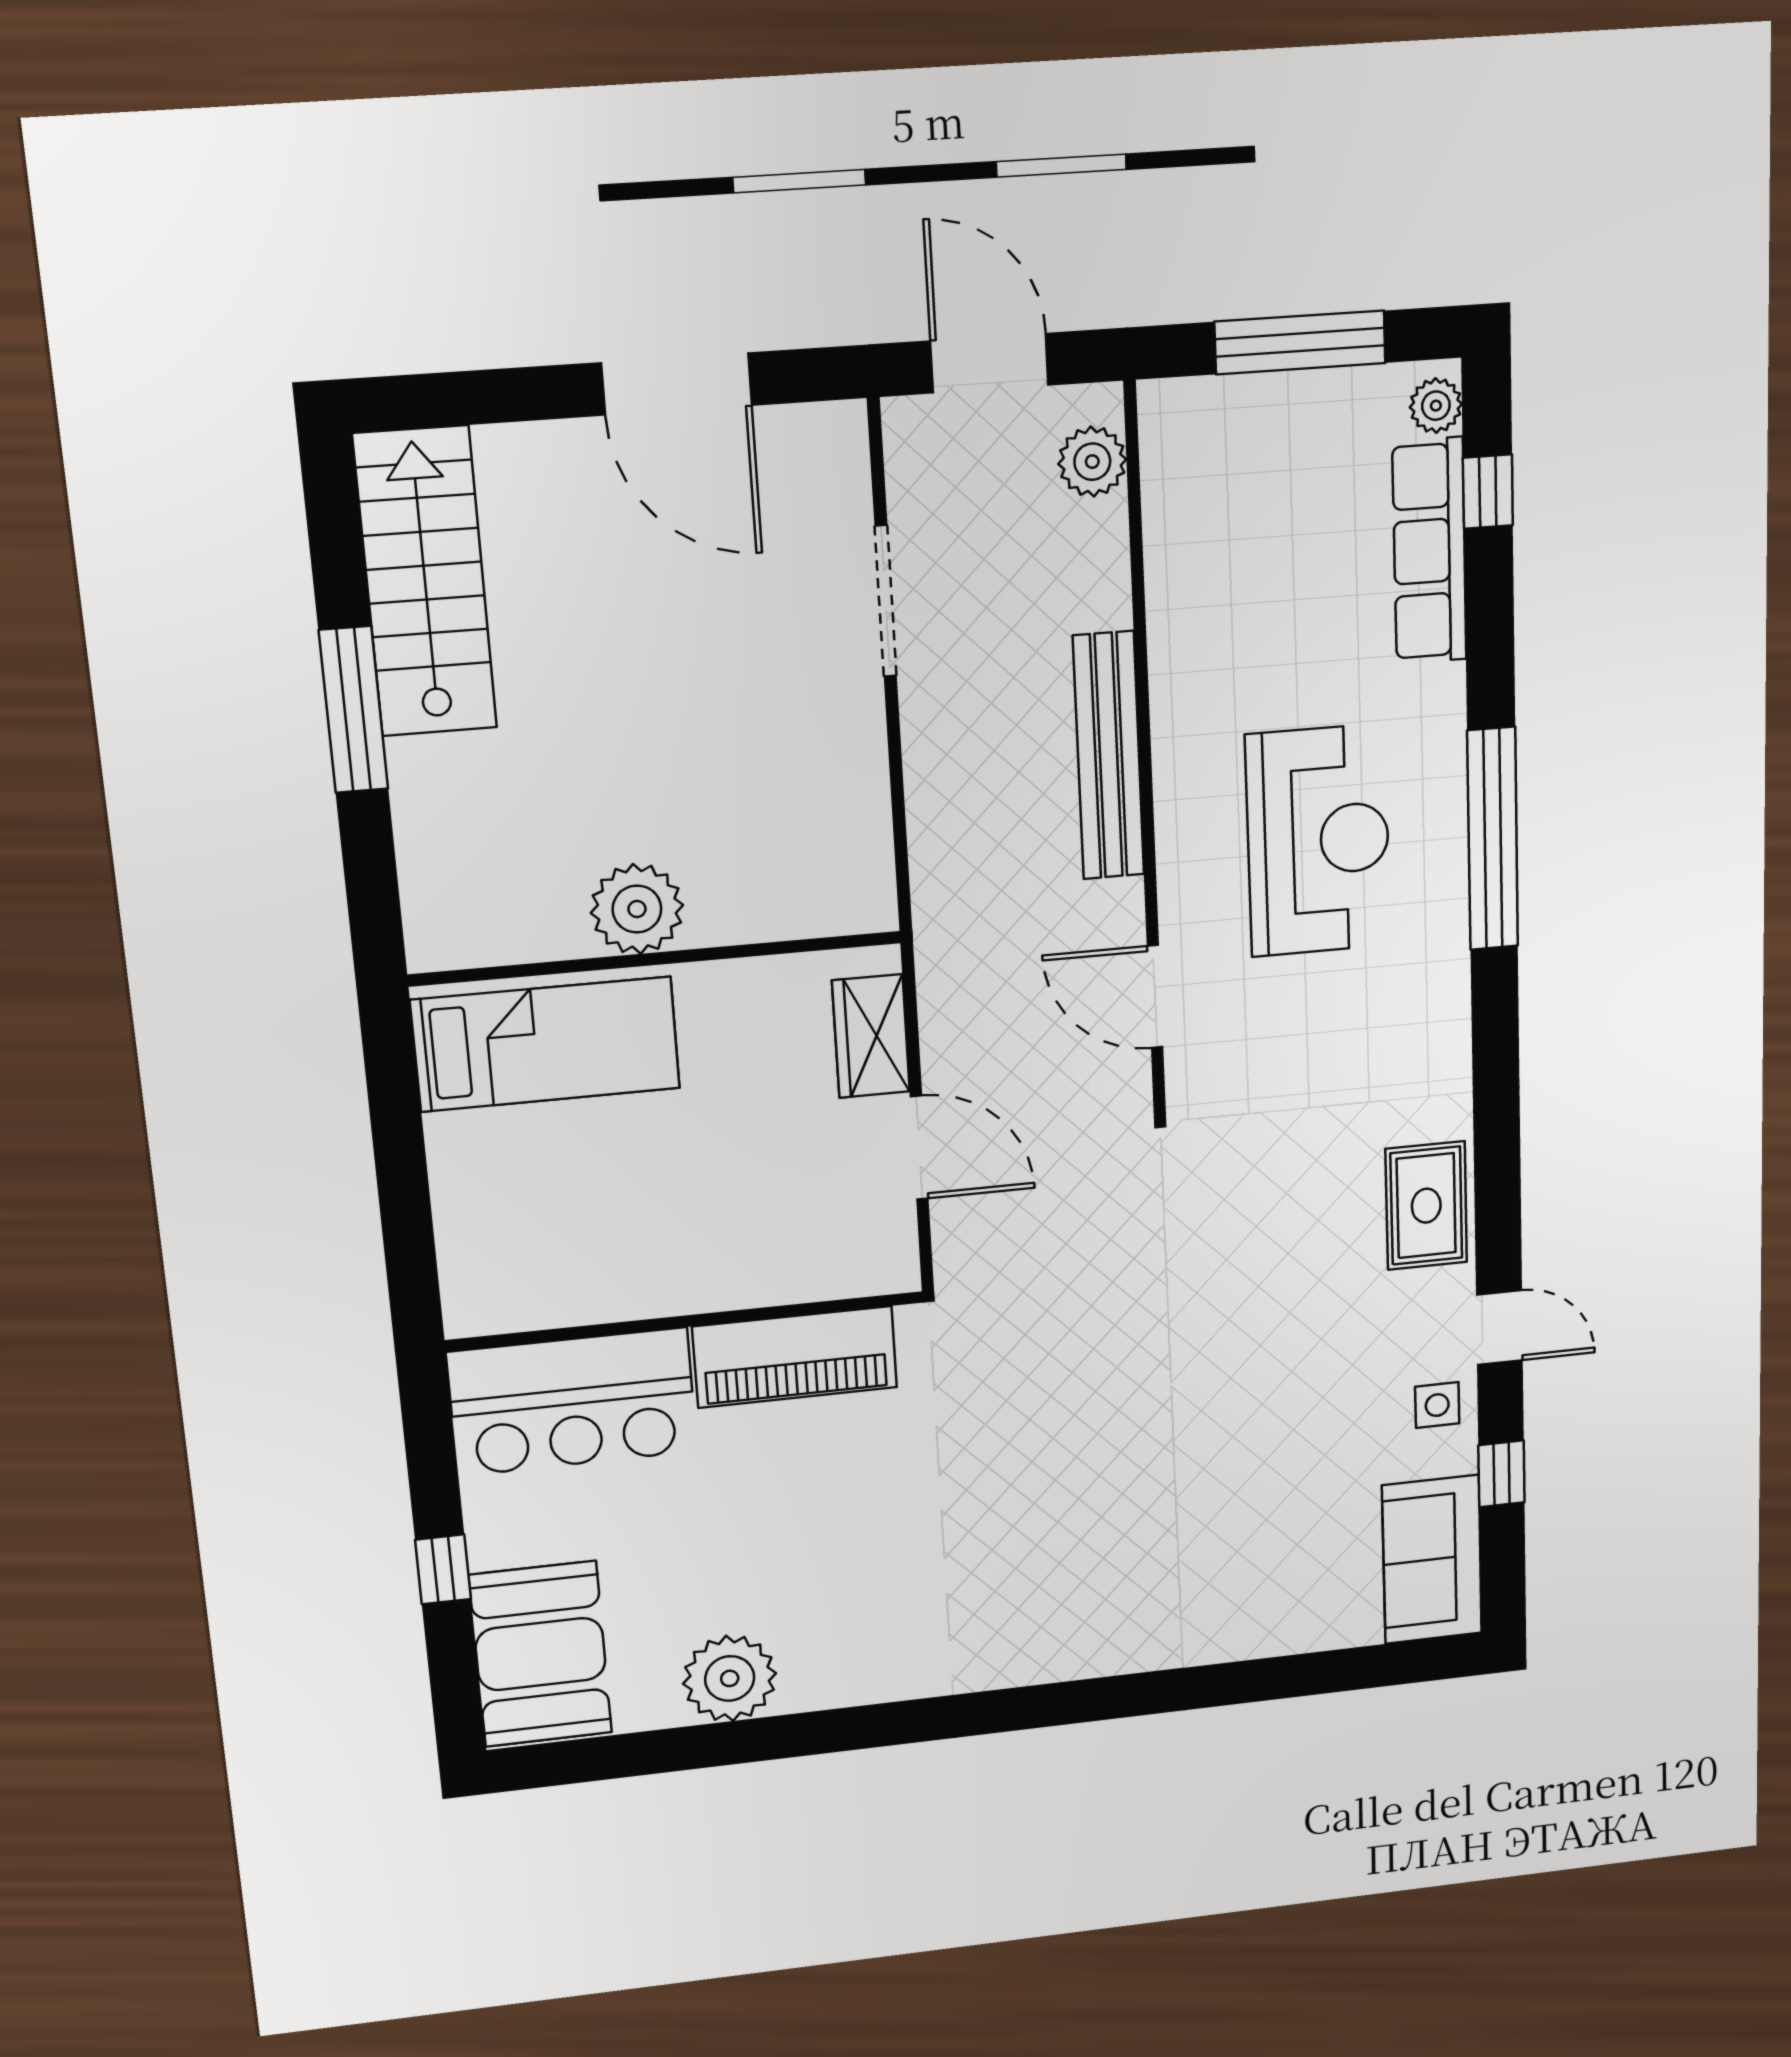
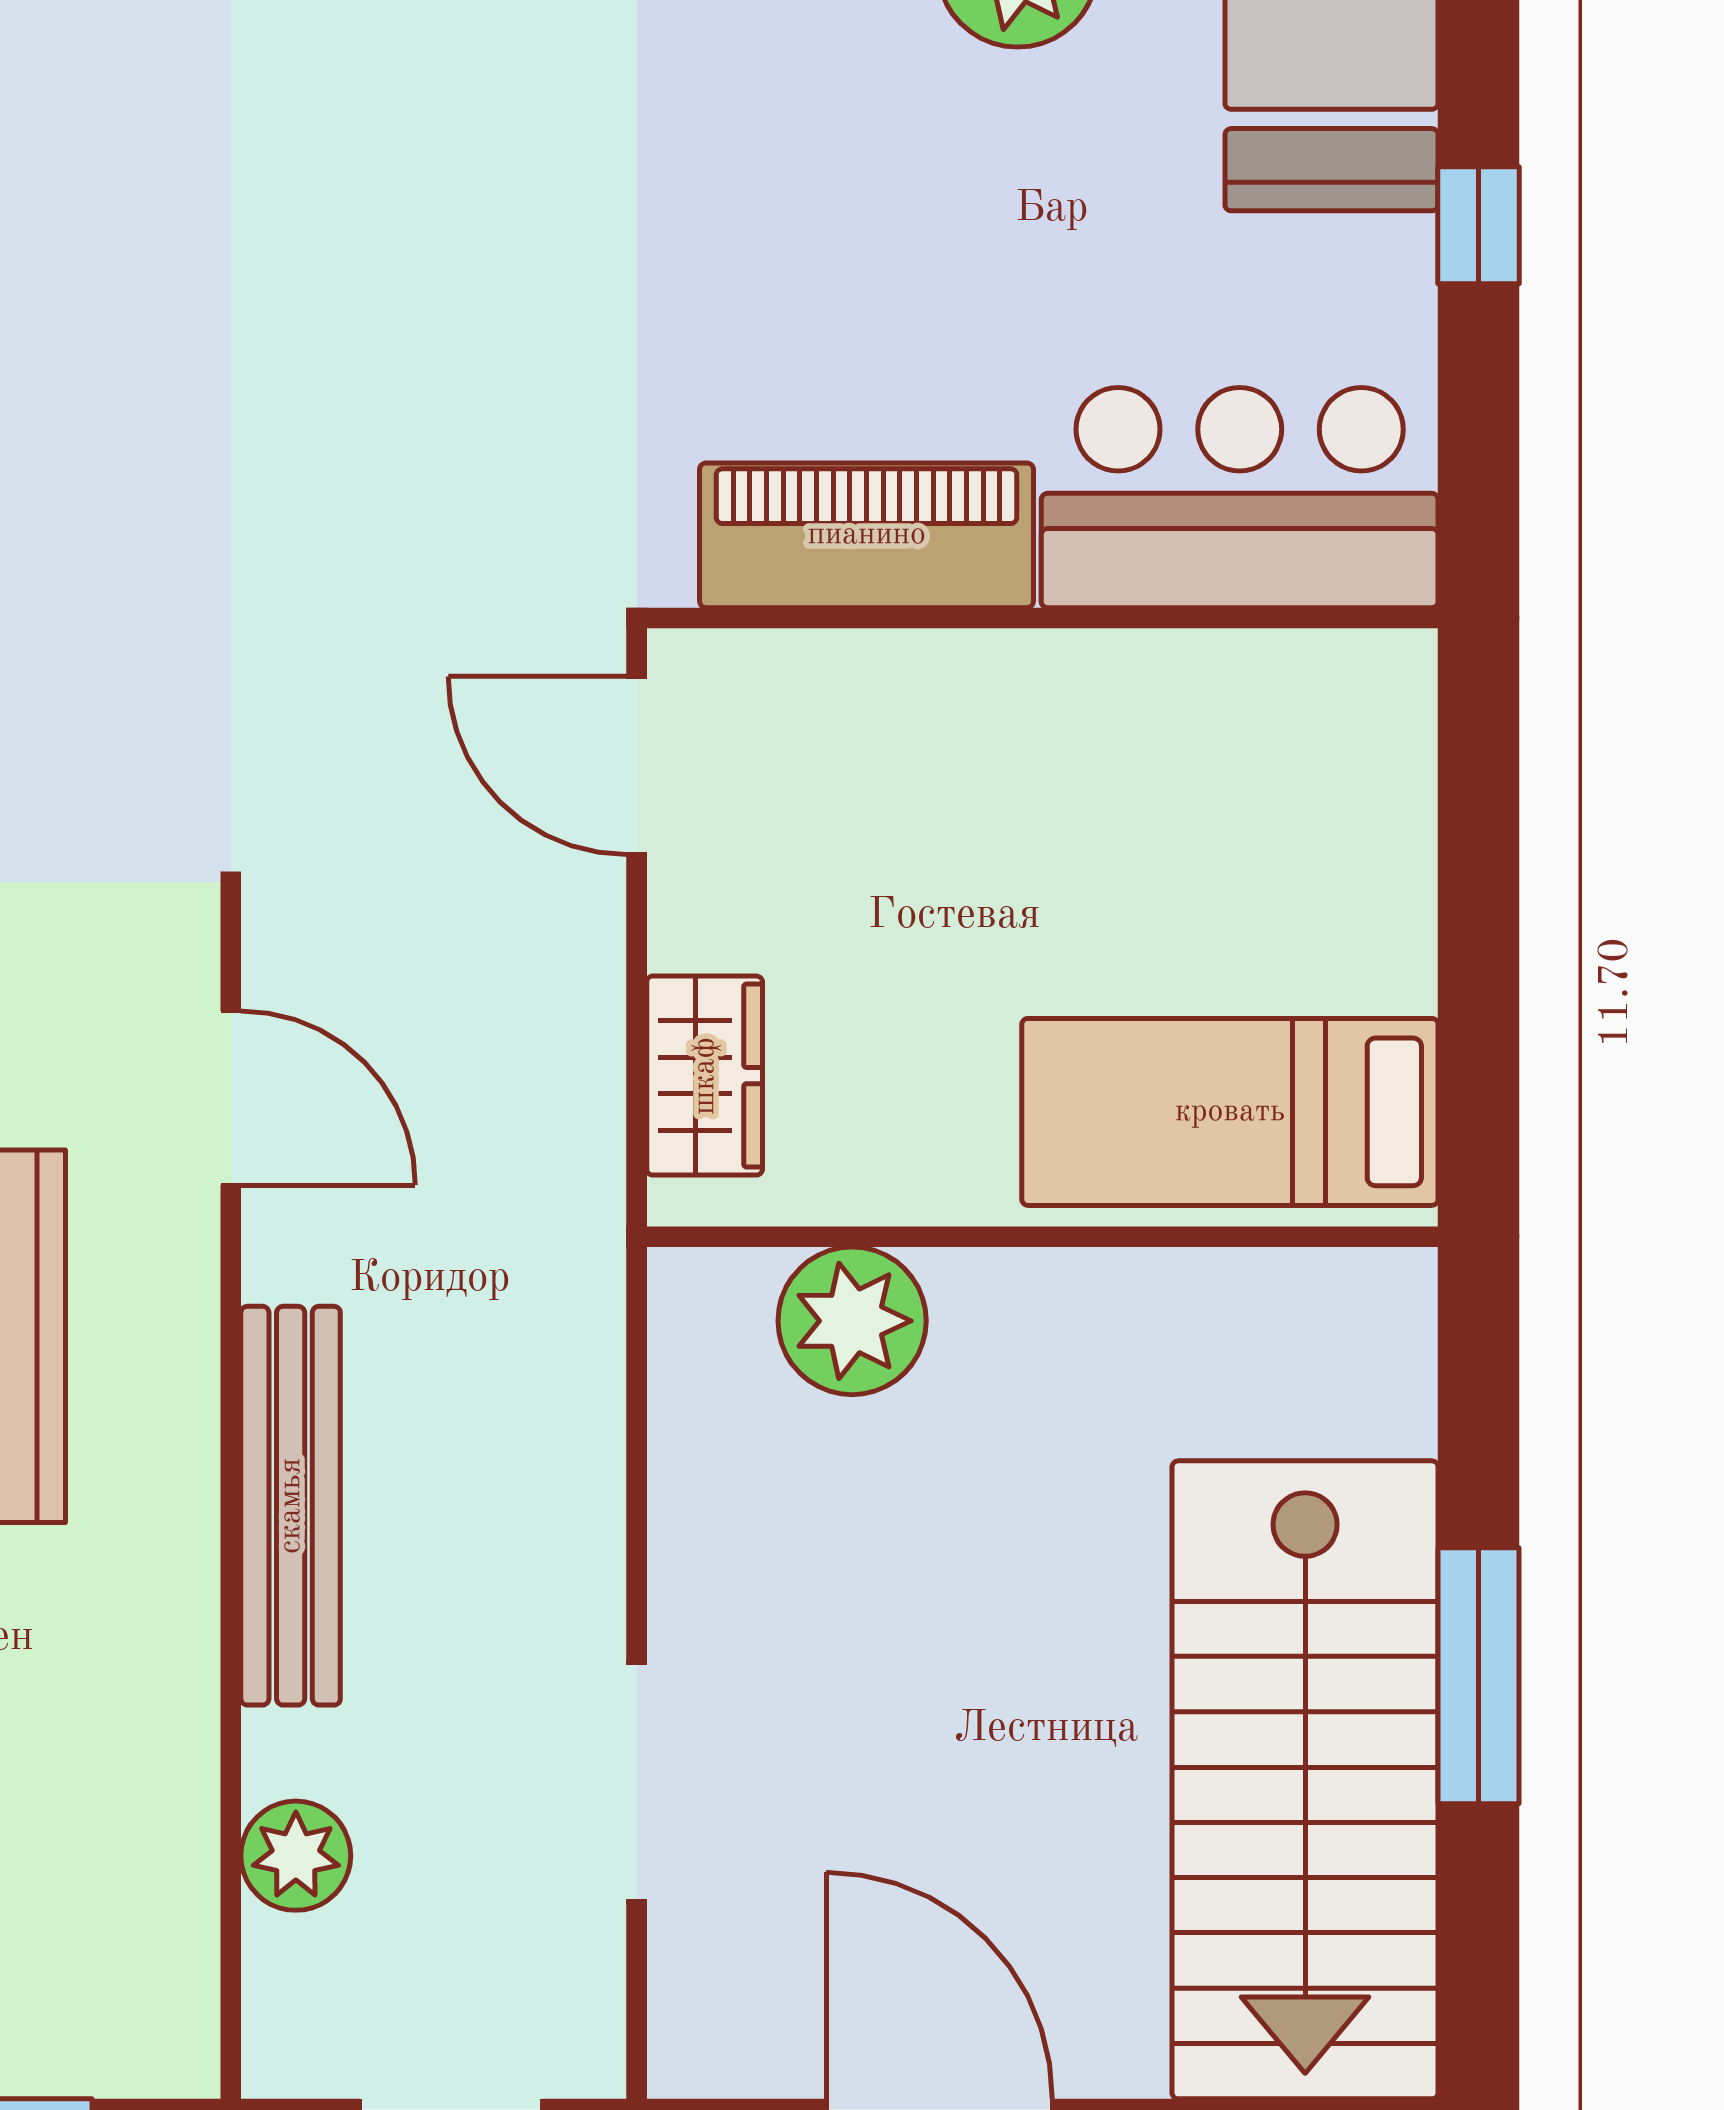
plant: (1092, 462) -> (296, 1856), moved
stairs: (425, 582) -> (1305, 1780), width x1.36, depth x1.51
plant: (637, 909) -> (852, 1321), moved
door: (919, 1148) -> (637, 766), moved

